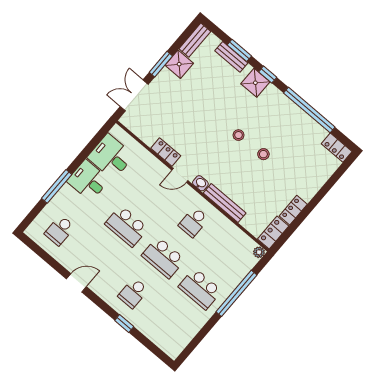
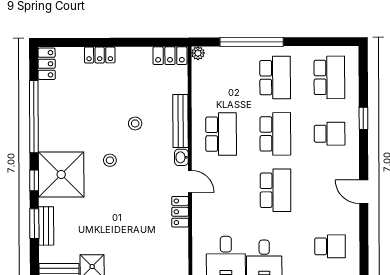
shower: (255, 83) -> (61, 175), width x1.86, depth x1.86
stool: (263, 154) -> (135, 123), moved
locker: (293, 210) -> (100, 55), moved
school desk: (193, 222) -> (221, 134), width x1.85
school desk: (170, 324) -> (329, 77), added

